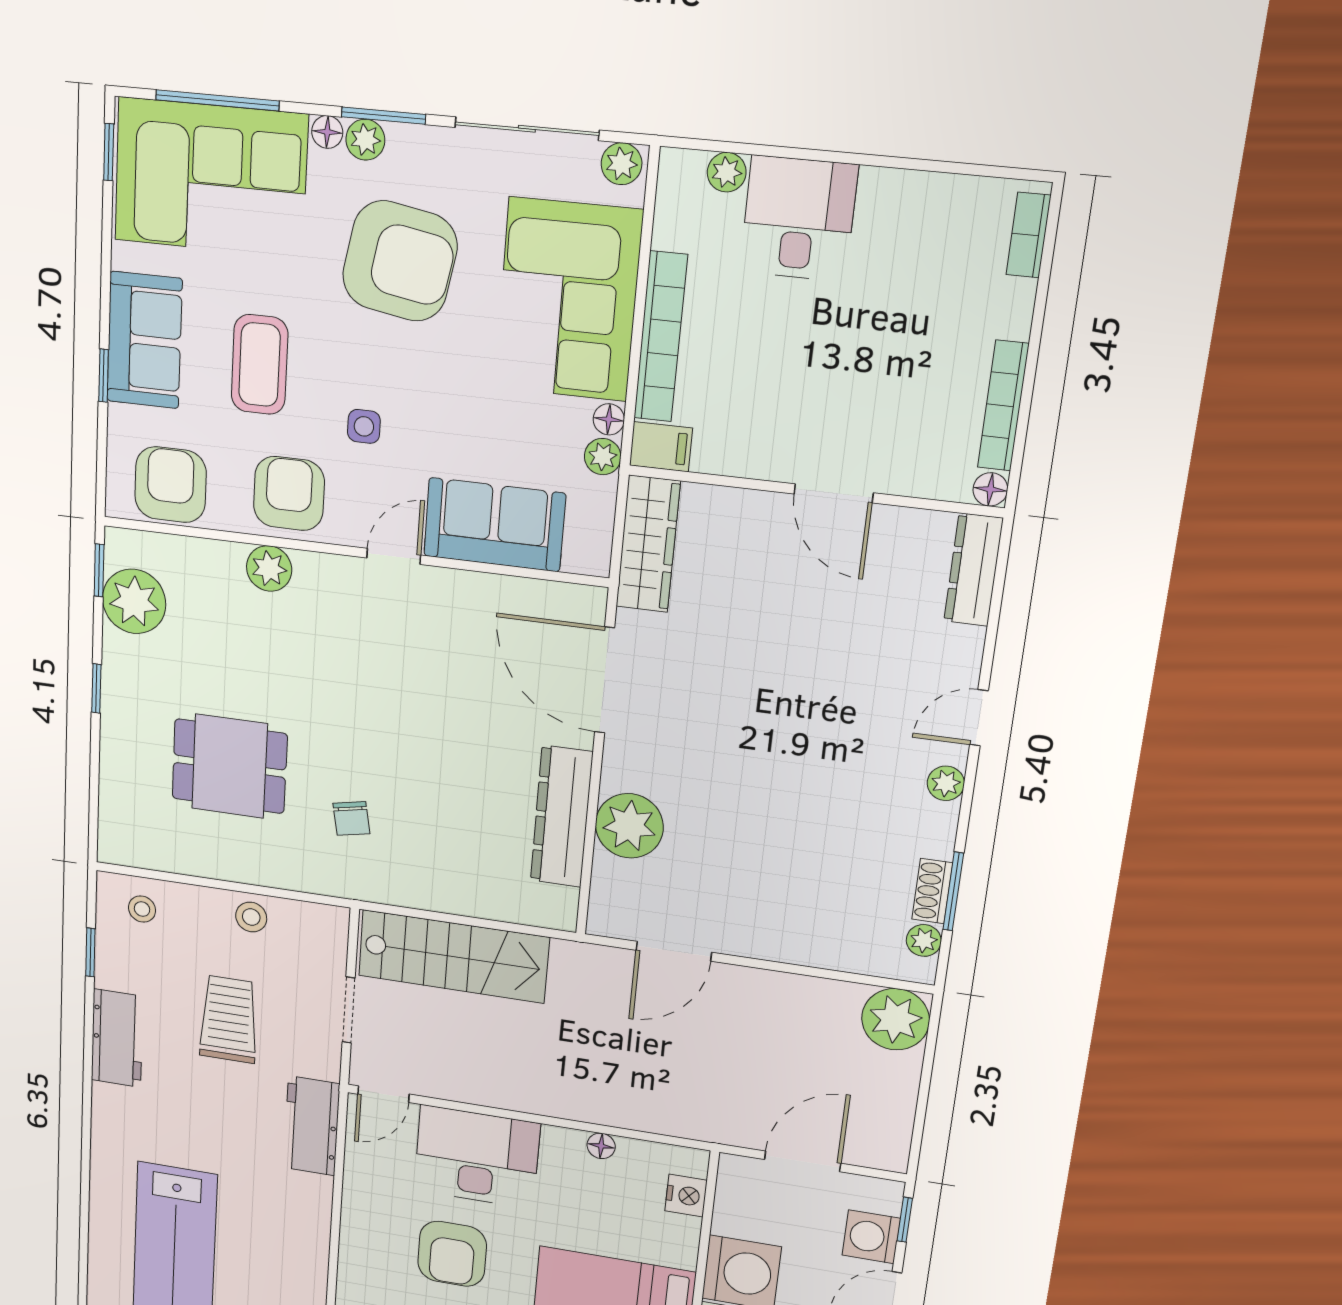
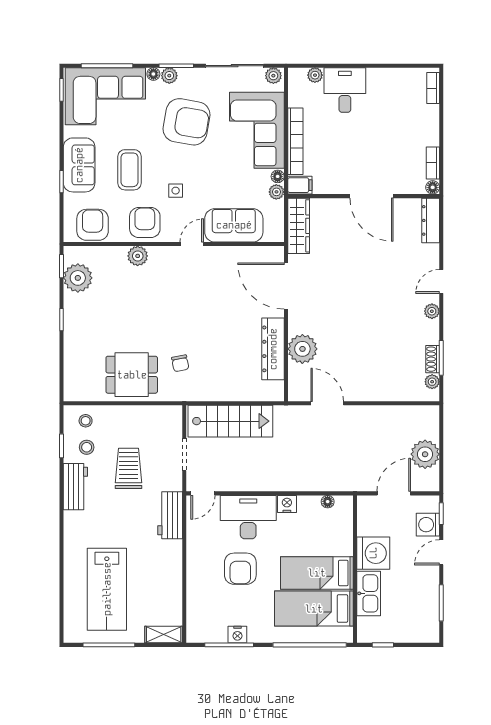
bookcase: (1003, 406) -> (433, 163), width x0.64
door: (834, 493) -> (371, 196), width x1.36
dining table: (229, 766) -> (132, 375), moved
stool: (251, 917) -> (87, 447), moved
door: (674, 951) -> (327, 403), swing flipped
plant: (896, 1019) -> (425, 454), moved
floor lamp: (601, 1146) -> (328, 502), moved
nightstand: (686, 1196) -> (287, 504), moved, turned -90

